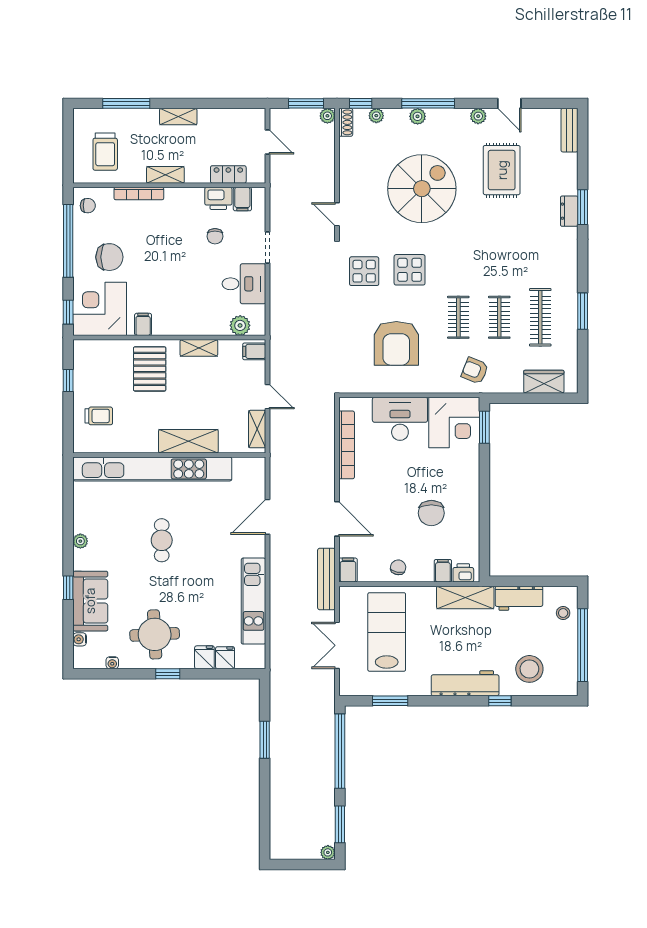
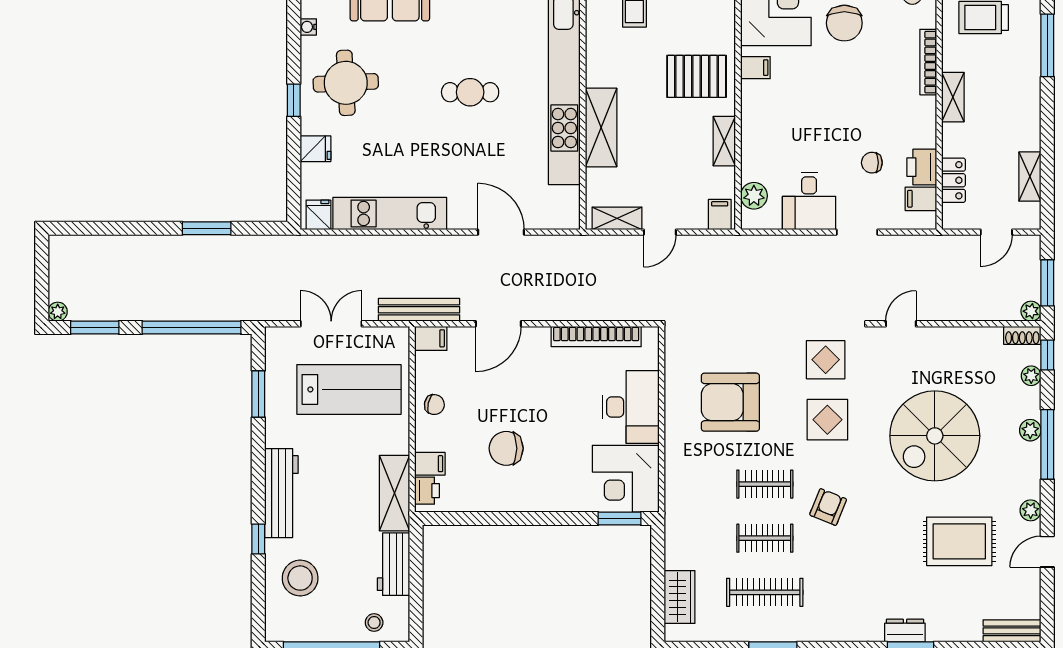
shelving: (178, 117) -> (1030, 177), moved
spiral stairs: (422, 189) -> (935, 436), turned 90
armchair: (475, 371) -> (828, 507), moved
fridge: (225, 658) -> (318, 215), moved, turned -90

